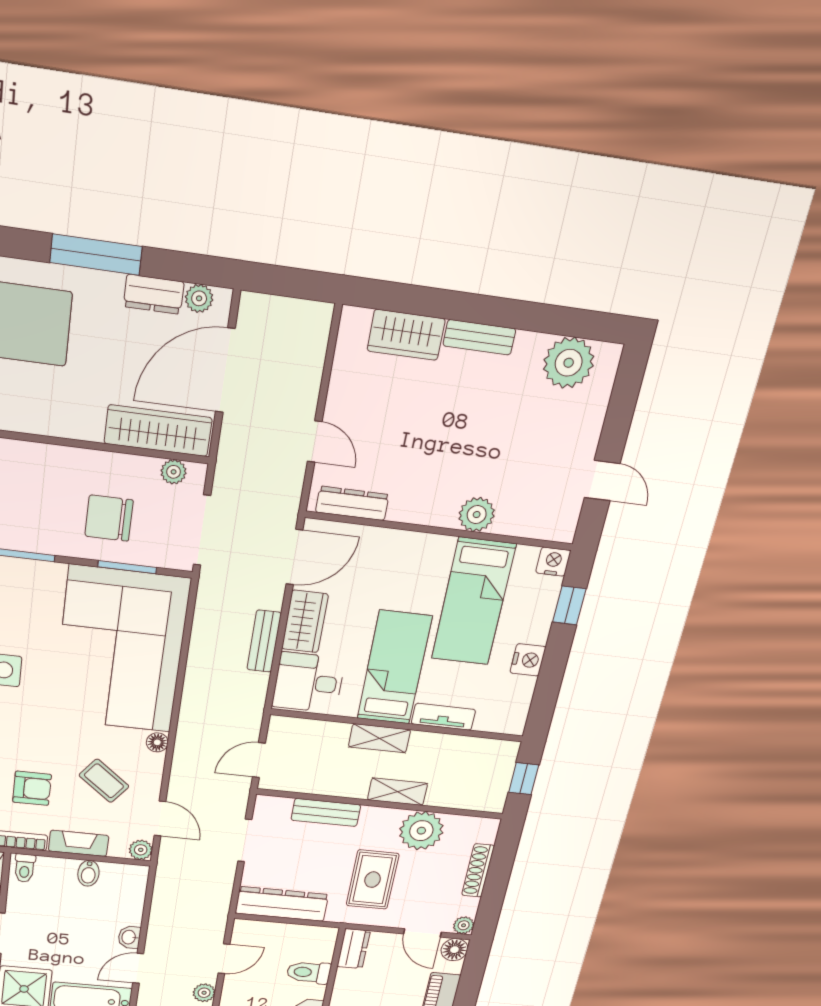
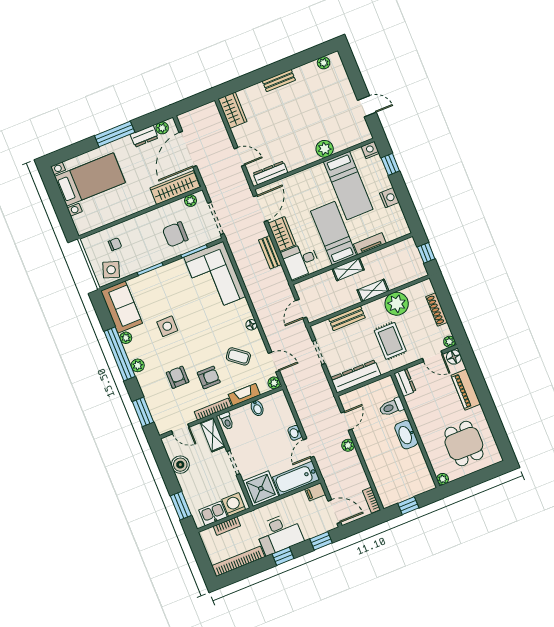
wardrobe: (406, 335) -> (232, 110), moved, turned -90
plant: (569, 363) -> (324, 63), width x0.53, depth x0.53
corner sofa: (121, 650) -> (215, 277), width x0.73, depth x0.74

